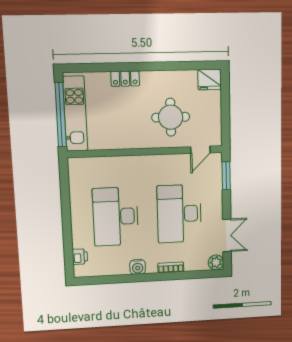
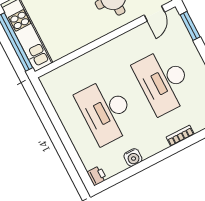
printer: (80, 257) -> (97, 176), moved
water cooler: (138, 267) -> (133, 157), moved

